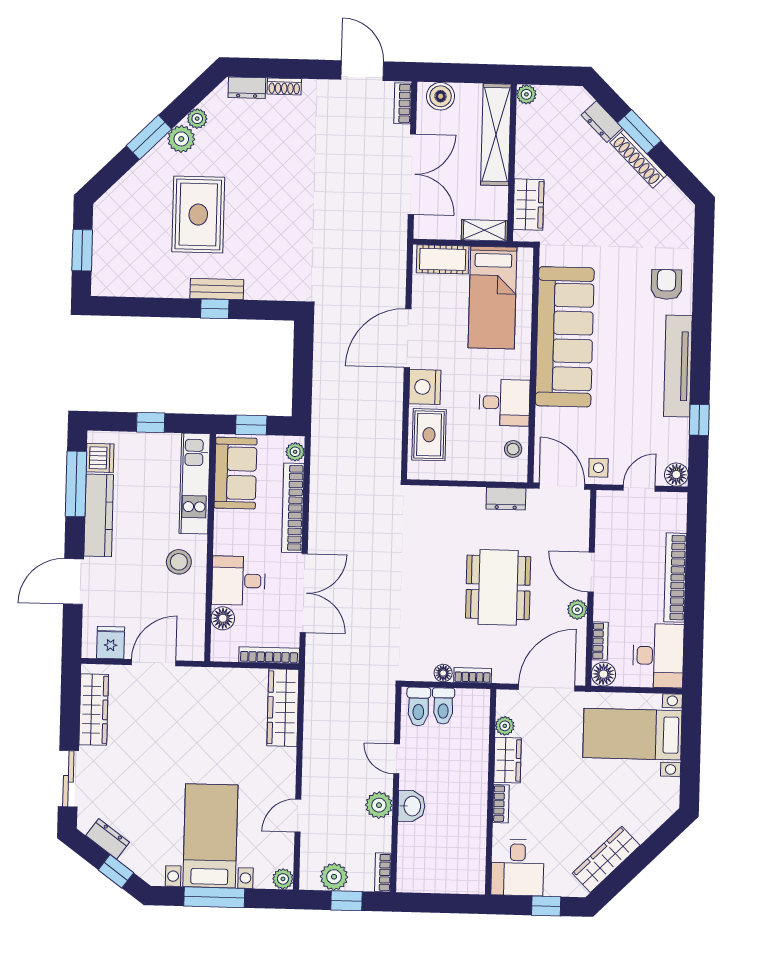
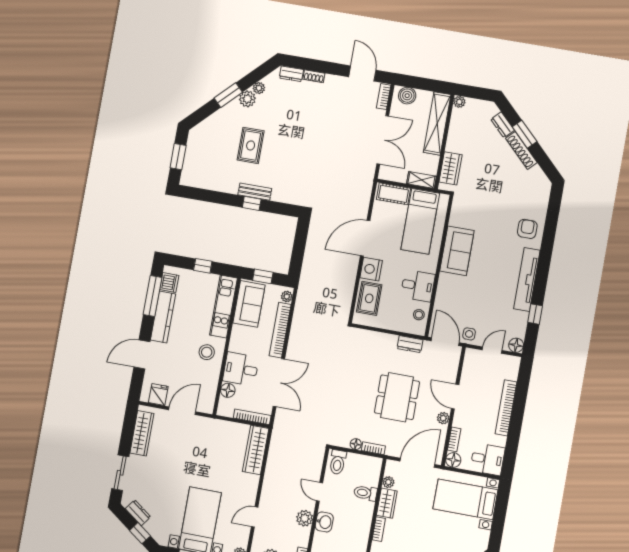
rug: (198, 215) -> (251, 145), width x0.73, depth x0.70
sofa: (565, 337) -> (457, 251), width x0.54, depth x0.79
desk: (658, 656) -> (488, 459), width x0.73
toilet: (443, 706) -> (365, 493), moved, turned 90

